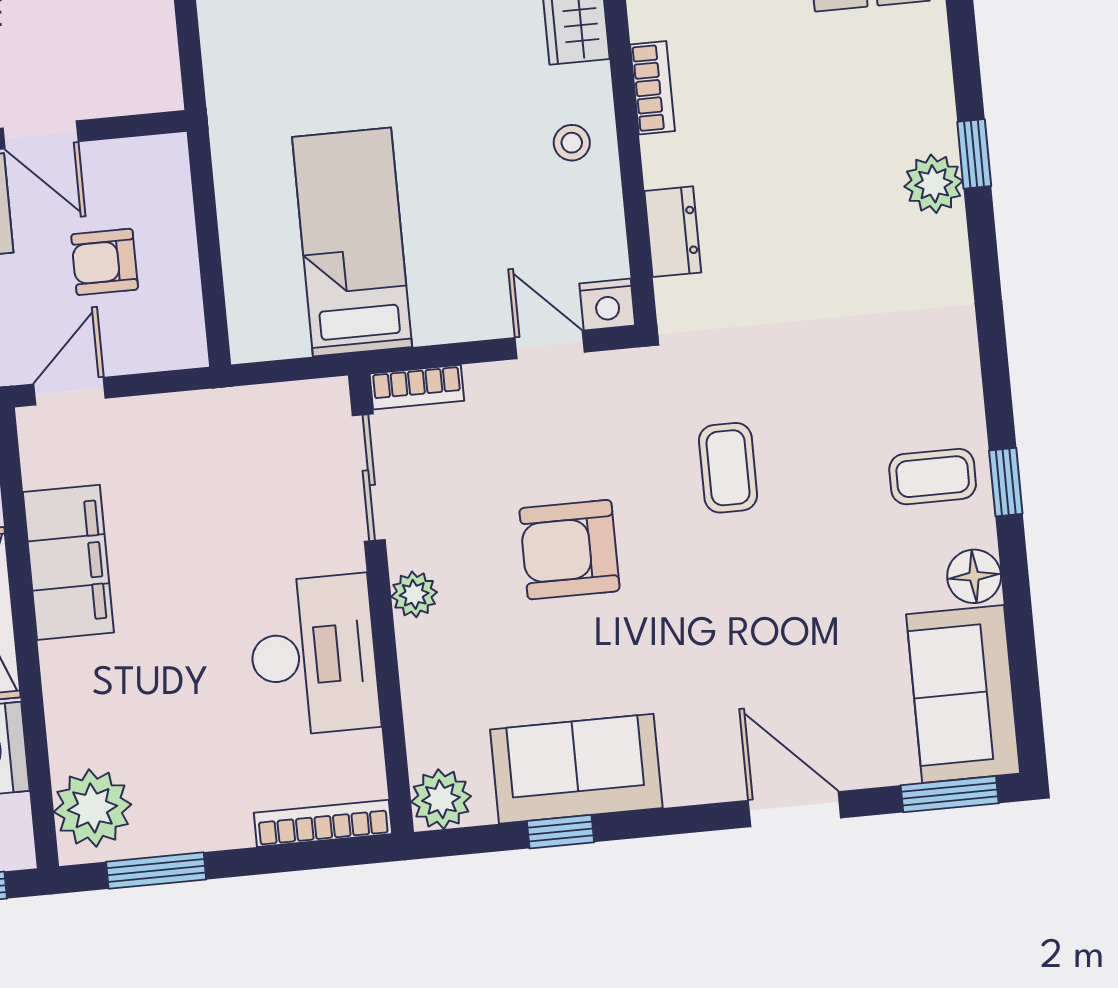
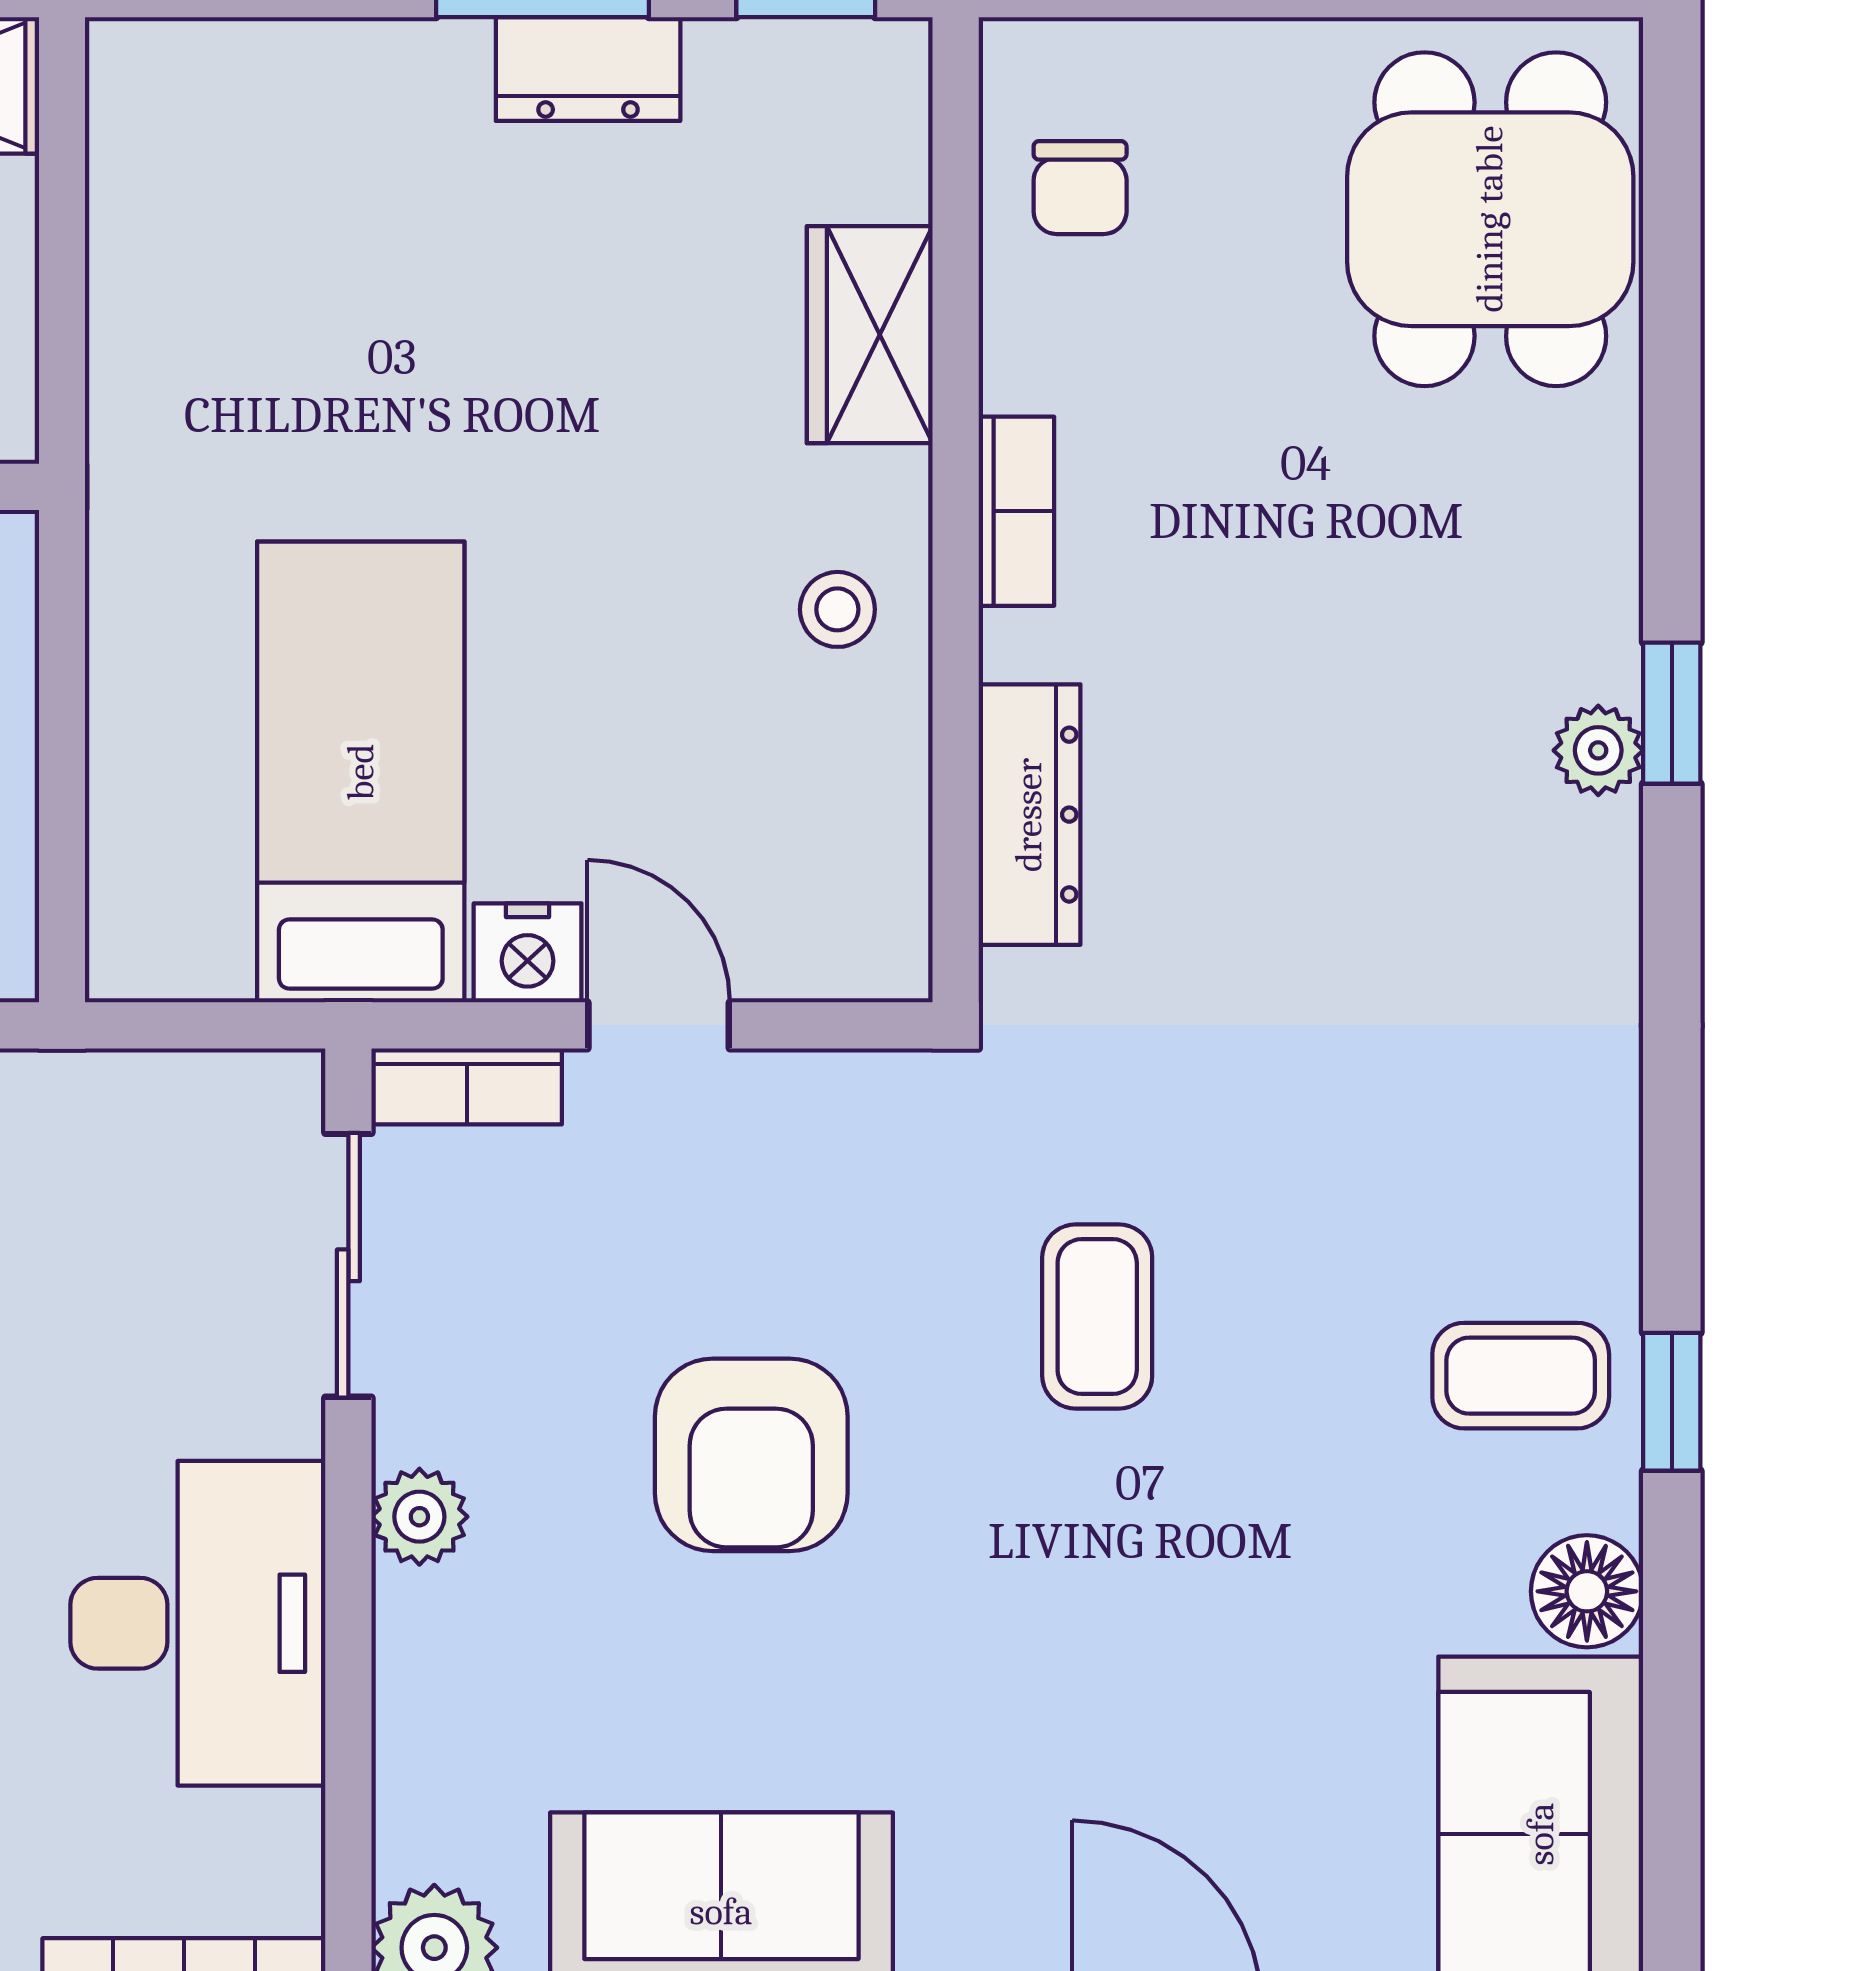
plant: (934, 184) -> (1598, 750), width x0.73, depth x0.73
dresser: (673, 232) -> (1029, 815), width x1.44
nightstand: (607, 304) -> (528, 953), moved
door: (550, 345) -> (659, 1025), moved
armchair: (569, 550) -> (751, 1455), turned -90

